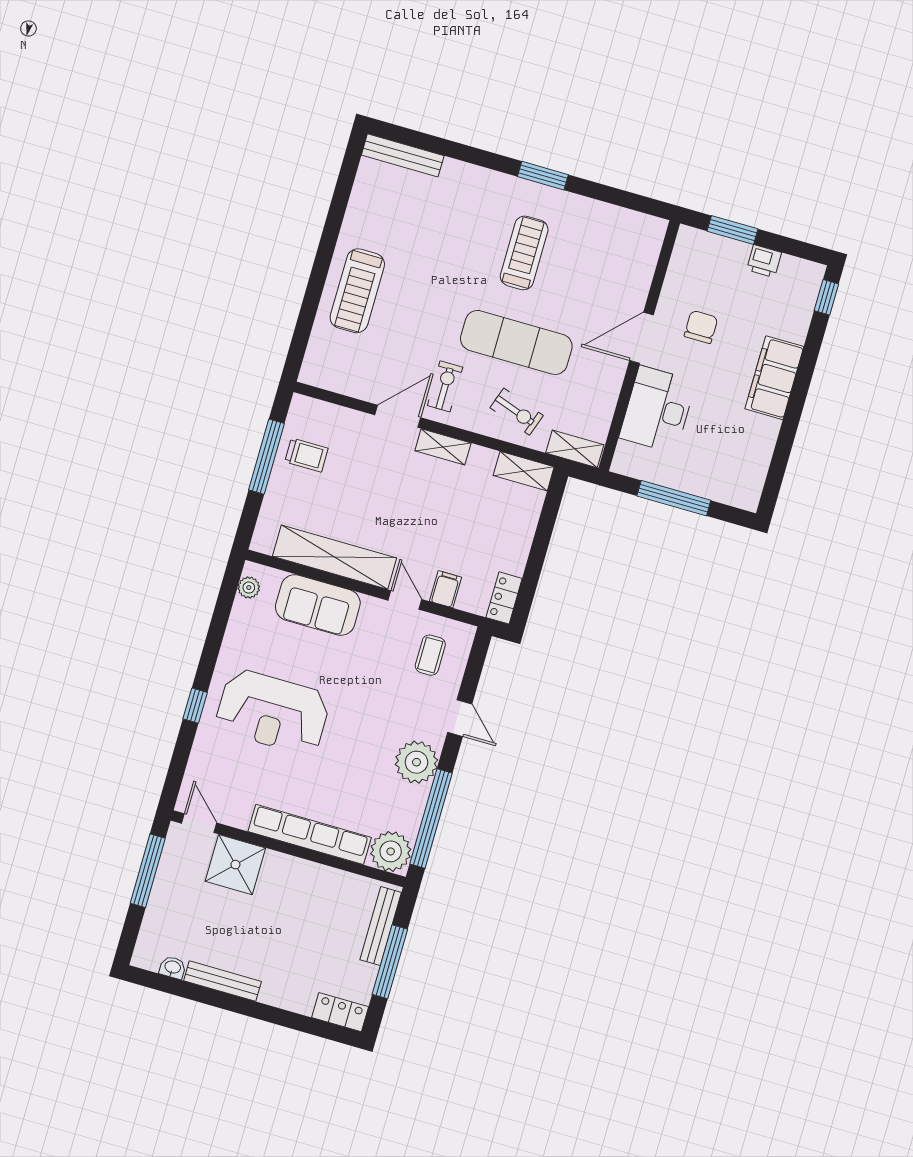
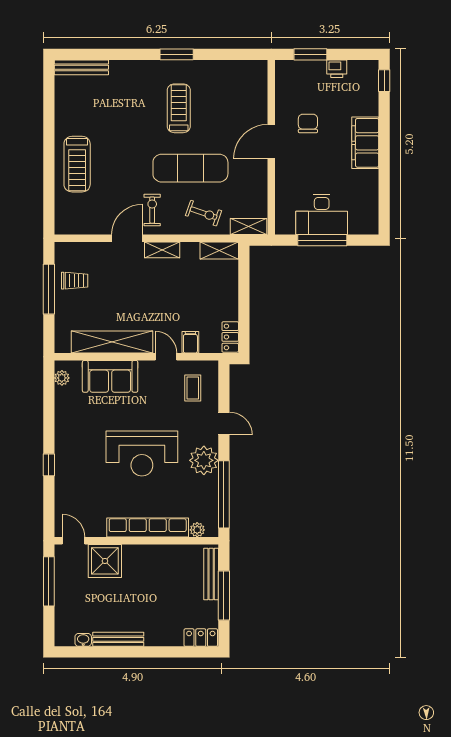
desk: (658, 409) -> (322, 214), moved, turned -90
reception desk: (273, 712) -> (142, 454), moved
plant: (391, 851) -> (197, 530), width x0.53, depth x0.53

